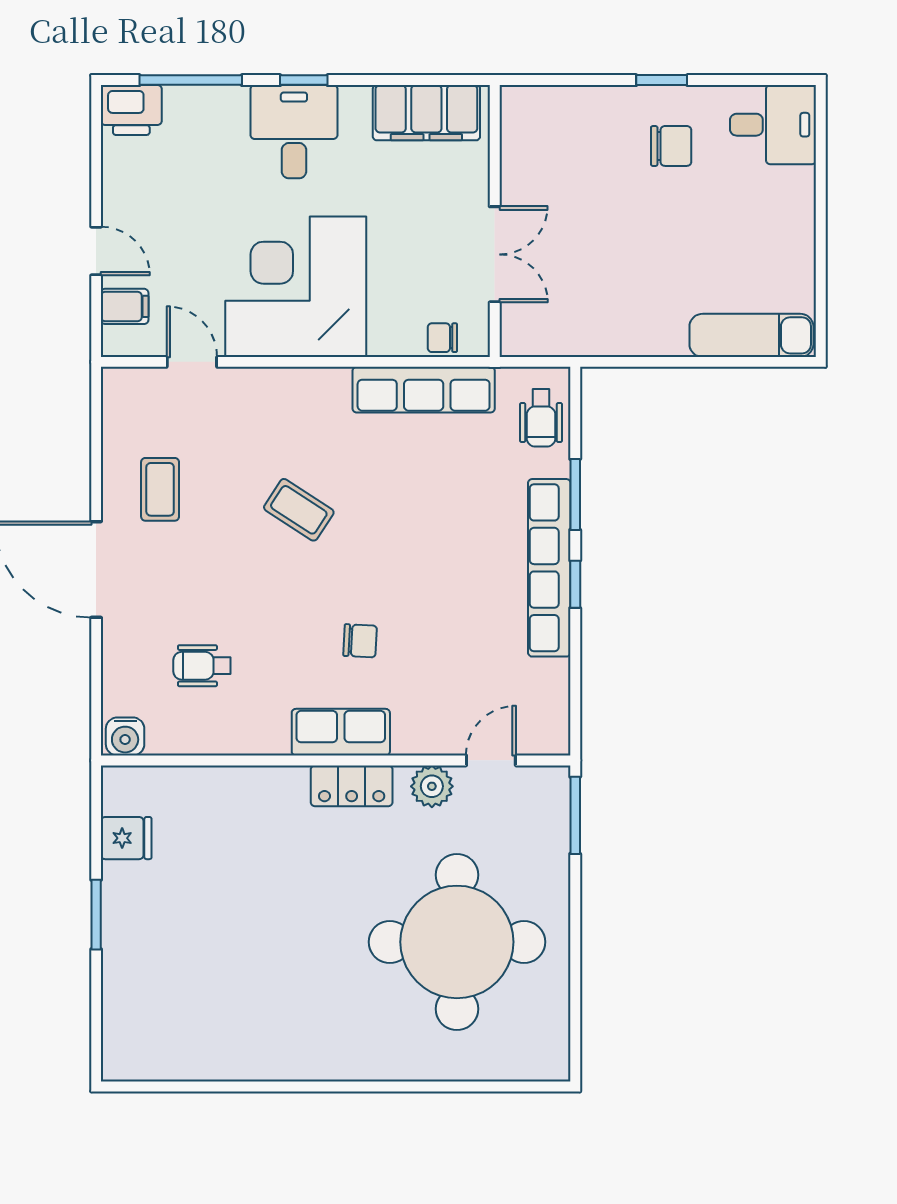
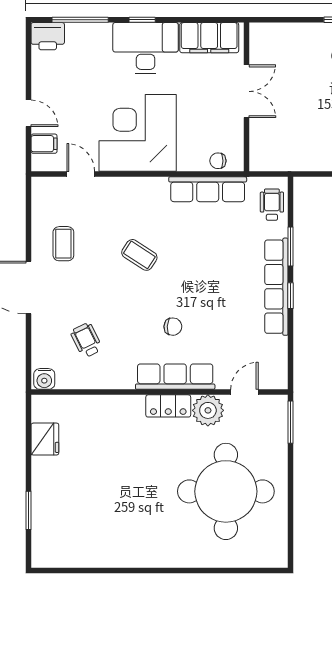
desk: (294, 132) -> (146, 48), width x1.37
double door: (495, 254) -> (247, 91), moved
wheelchair: (541, 418) -> (272, 205), turned 180
wheelchair: (202, 666) -> (86, 340), turned 64
row of seats: (341, 732) -> (175, 377), width x1.48
plant: (432, 786) -> (208, 410), width x1.36, depth x1.36
fridge: (126, 838) -> (45, 439), width x1.38
window: (96, 915) -> (28, 510), moved

